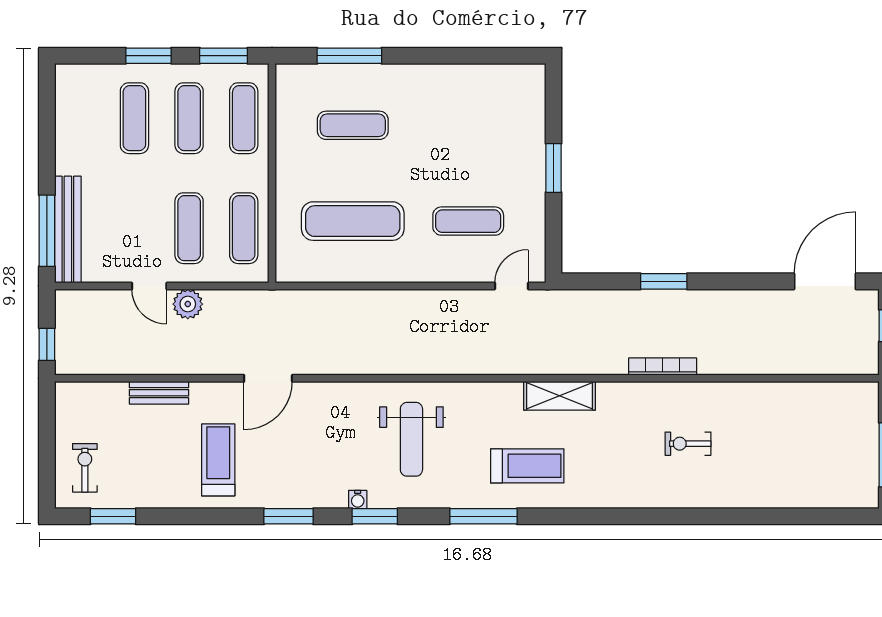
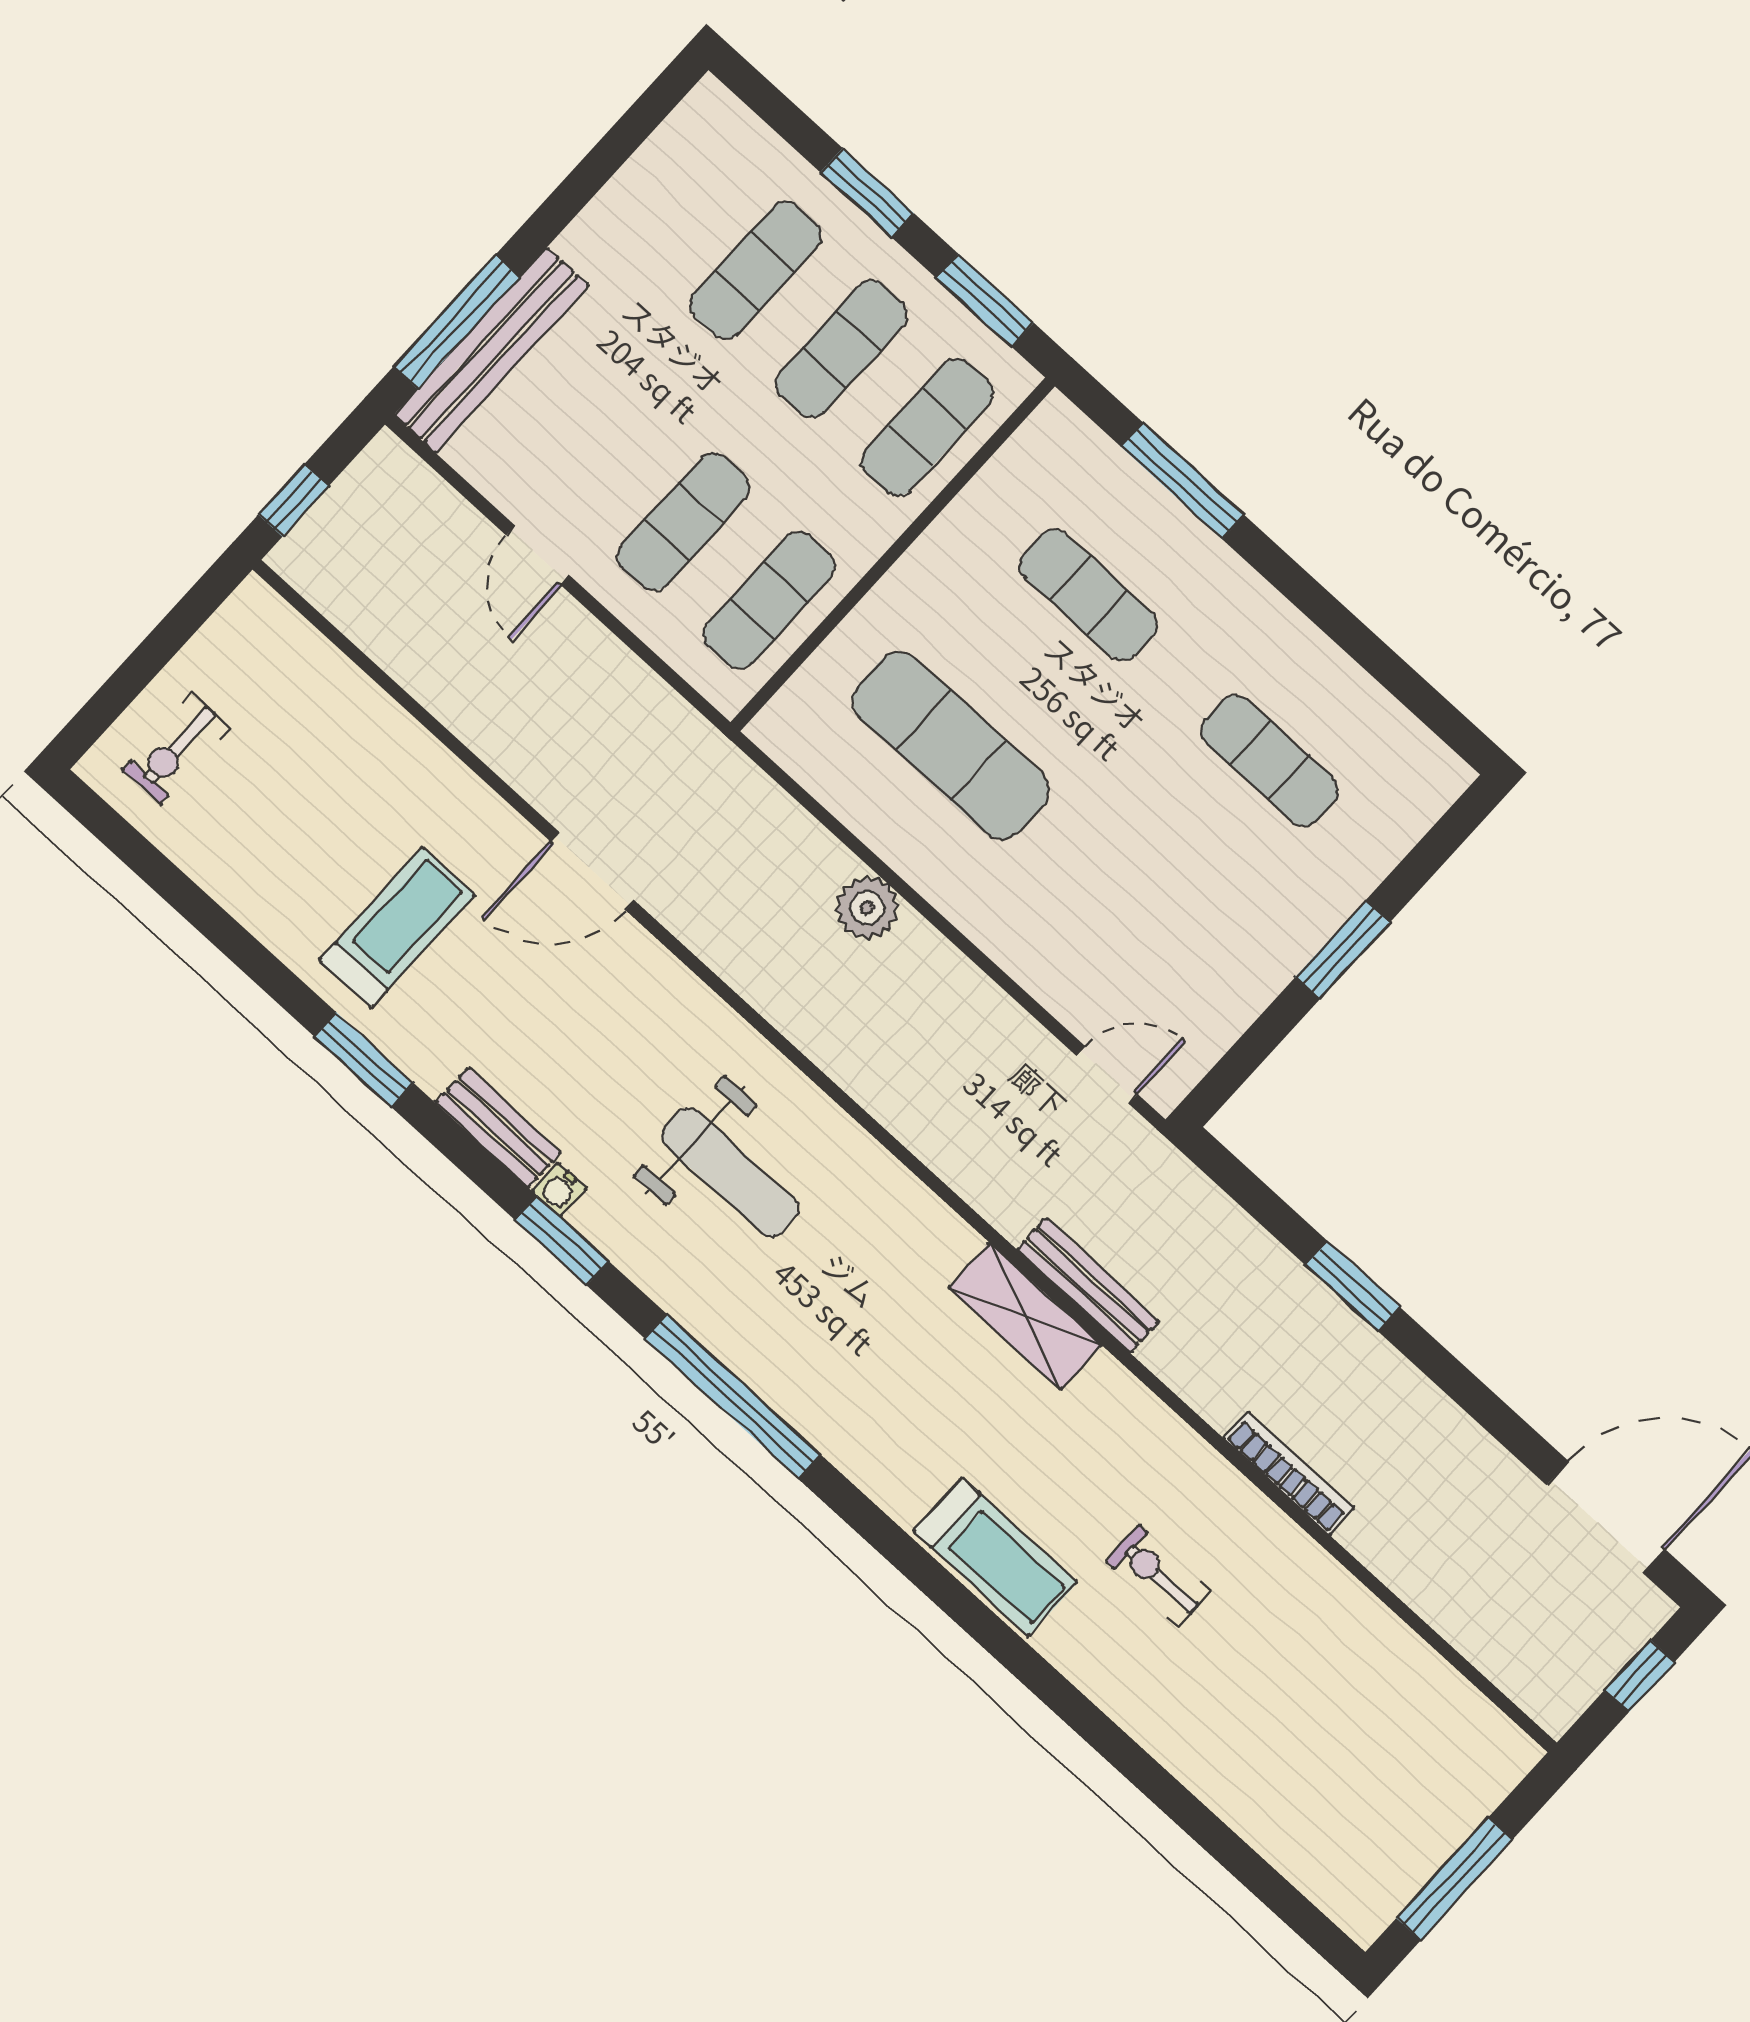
exercise mat: (468, 221) -> (1270, 760), moved
plant: (188, 304) -> (867, 908), moved
bench: (572, 365) -> (1088, 1285), added
bookcase: (663, 367) -> (1289, 1473), moved
bench: (159, 393) -> (498, 1128), moved
weight bench: (411, 439) -> (730, 1172), turned -90
treadmill: (527, 466) -> (995, 1557), moved
exercise bike: (85, 468) -> (176, 749), turned 180
window: (113, 516) -> (151, 865), removed
window: (289, 516) -> (364, 1060), moved
window: (483, 516) -> (733, 1396), width x1.46

